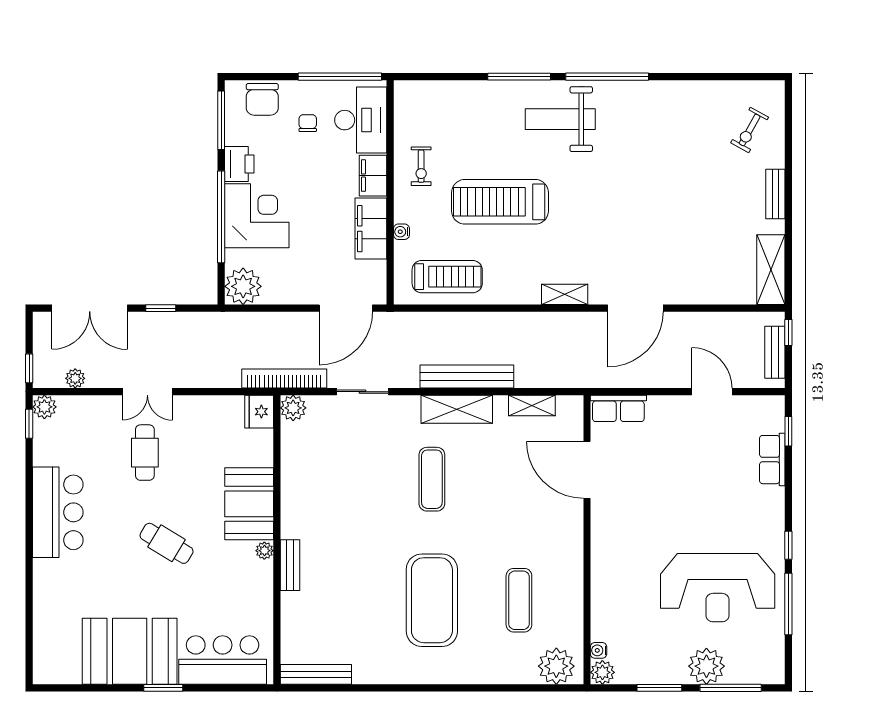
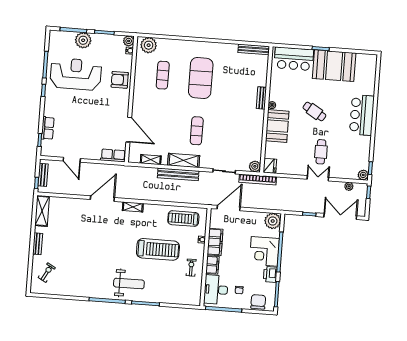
bar counter: (58, 512) -> (362, 115), moved
armchair: (616, 582) -> (120, 80), added

